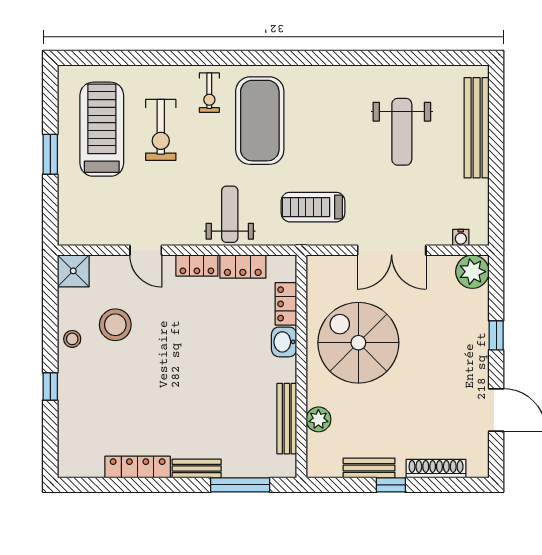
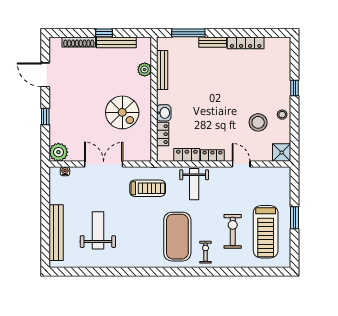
spiral stairs: (358, 343) -> (122, 112), width x0.73, depth x0.73
bench: (369, 468) -> (116, 42), width x1.36

